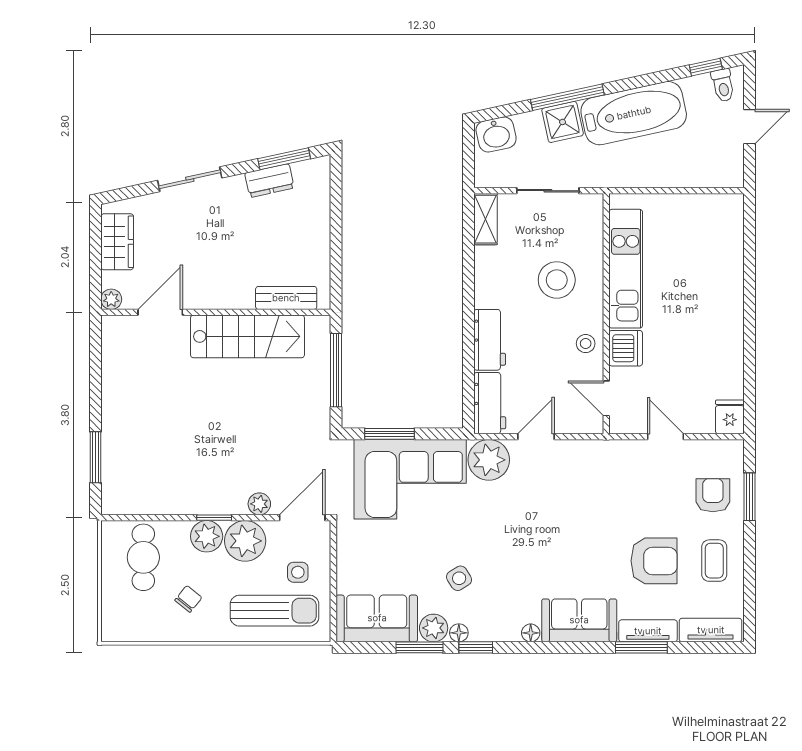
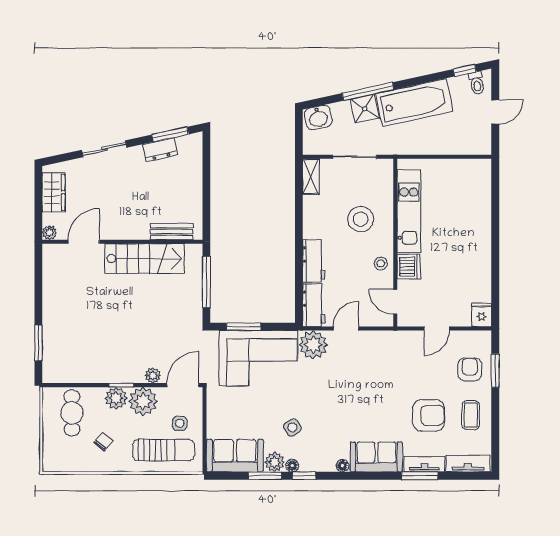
door: (665, 437) -> (437, 329), swing flipped

